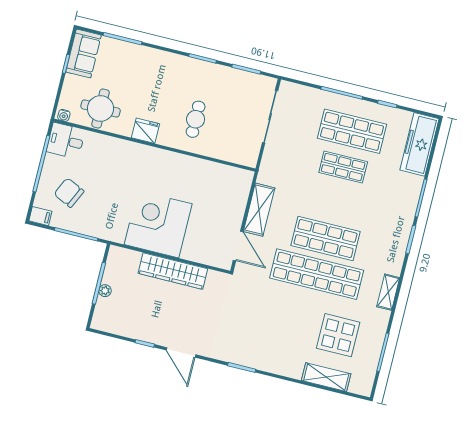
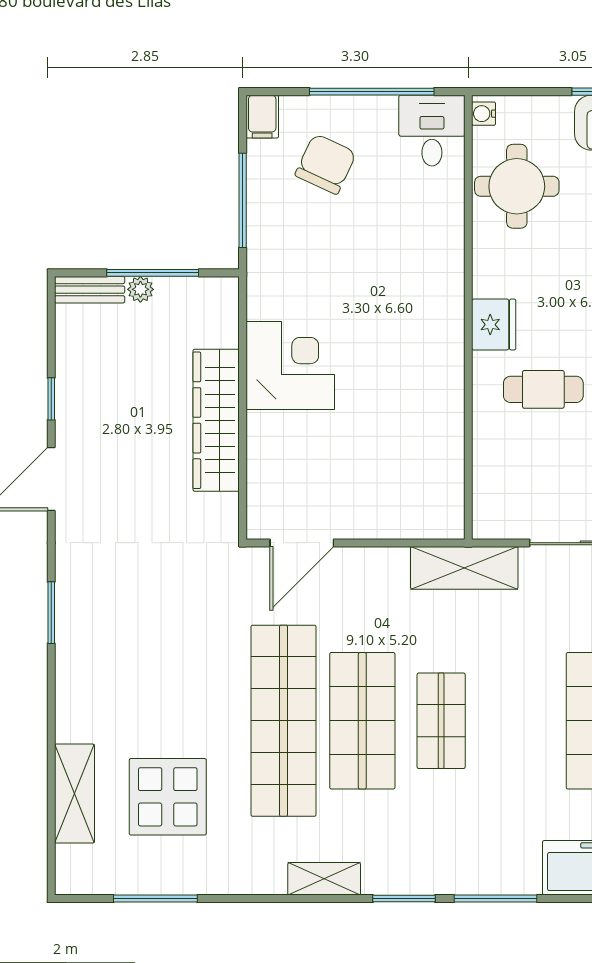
fridge: (145, 131) -> (494, 325), moved
shop shelf: (343, 167) -> (441, 721), moved
shelving: (259, 210) -> (464, 568), moved
corner desk: (158, 224) -> (290, 366), width x0.74, depth x0.74
shelving: (388, 292) -> (324, 879), moved
bench: (99, 314) -> (90, 290), added

